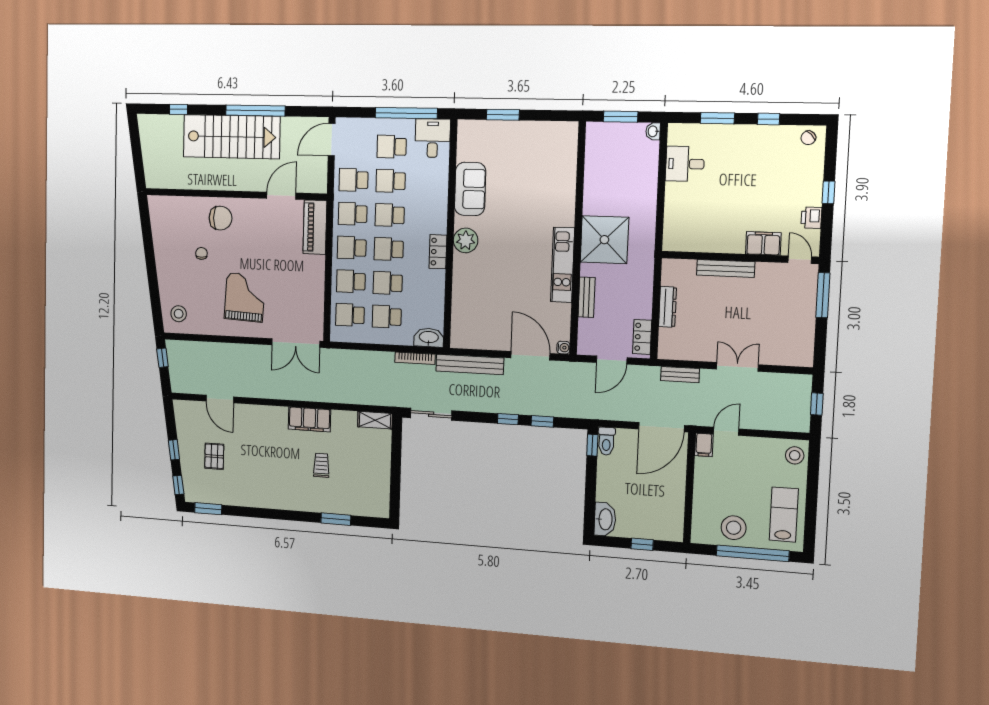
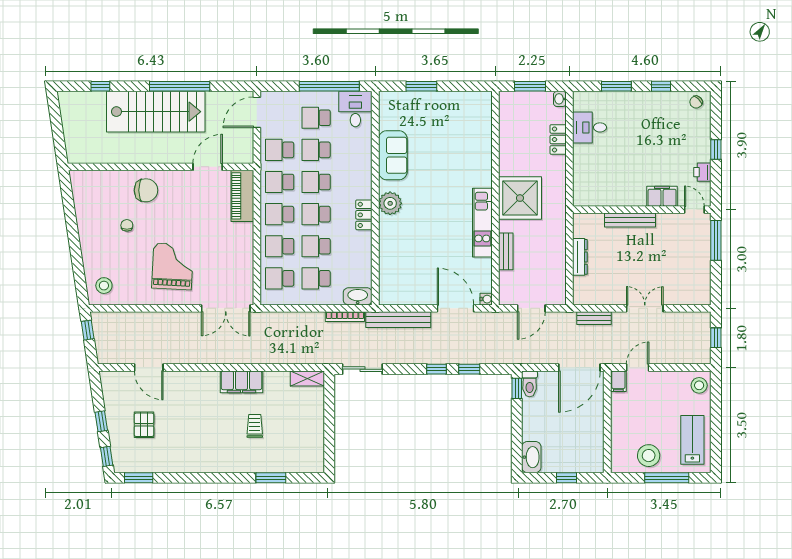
locker: (642, 337) -> (558, 139), moved
window: (753, 553) -> (667, 478), width x0.68

